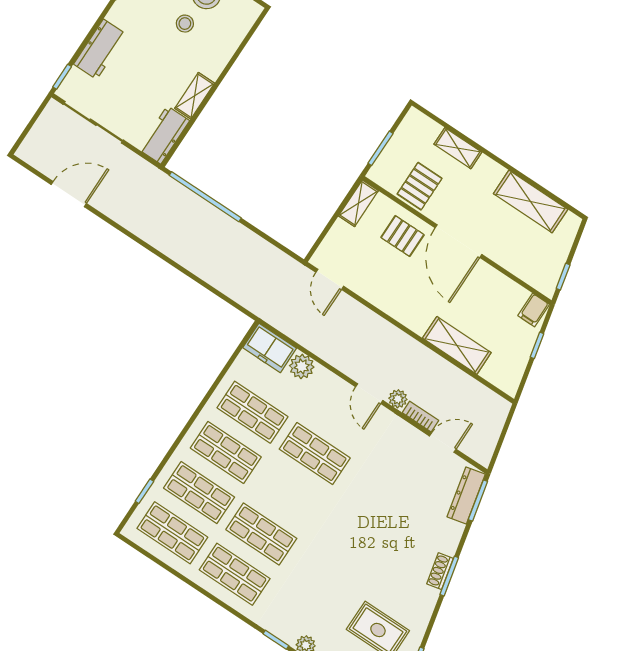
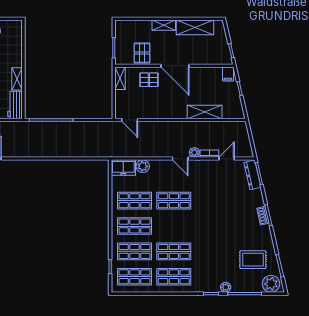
shelving: (458, 148) -> (164, 25), moved

